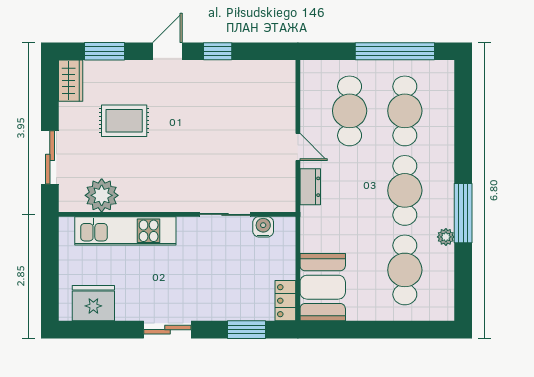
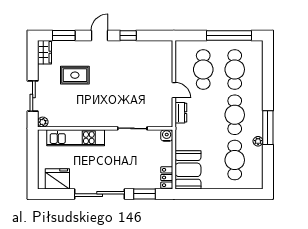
plant: (102, 195) -> (43, 122), moved, width x0.53, depth x0.53
water cooler: (263, 227) -> (167, 135), moved
sliding door: (167, 330) -> (100, 194), width x1.86

